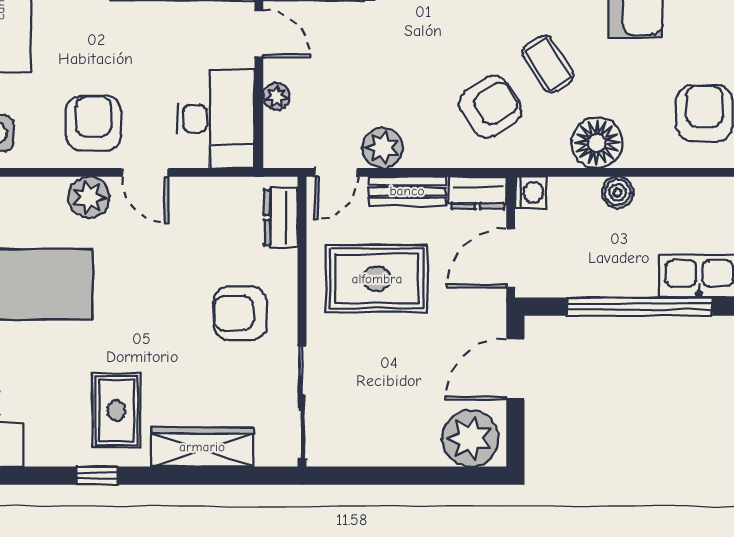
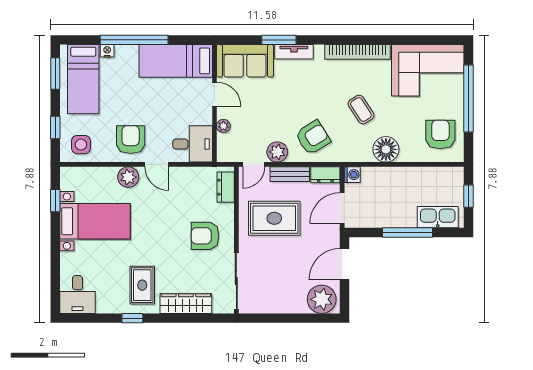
armchair: (490, 107) -> (313, 137), moved
desk: (216, 119) -> (193, 144), width x0.73
boiler: (618, 192) -> (396, 175), removed
window: (640, 307) -> (408, 232), width x0.68

